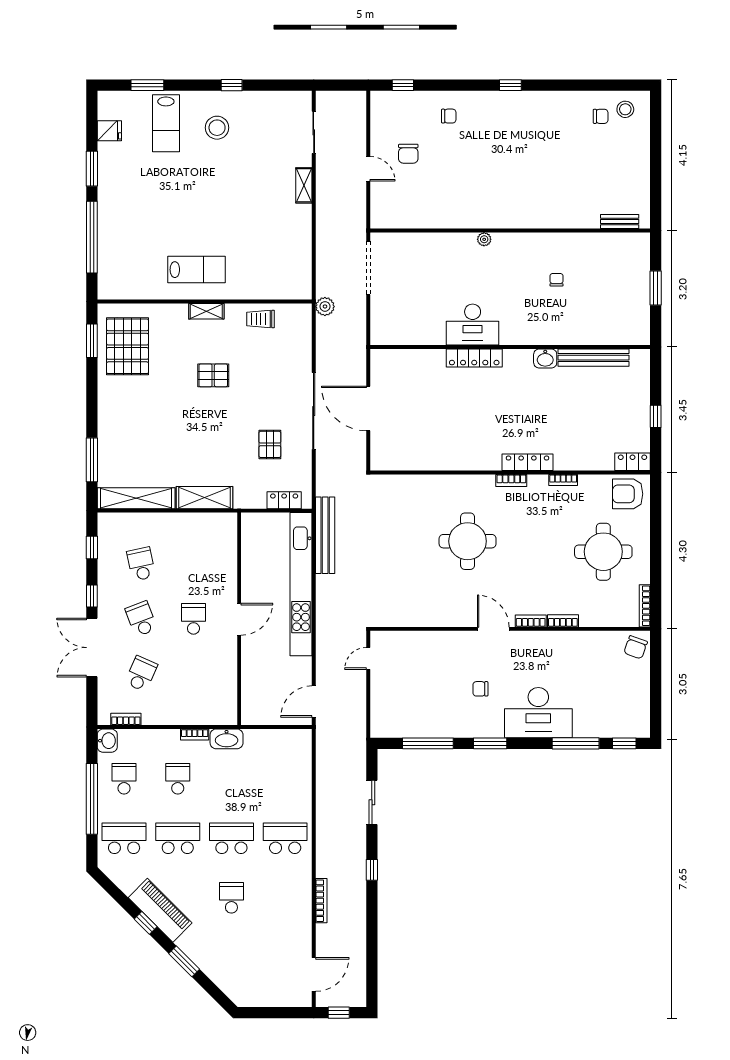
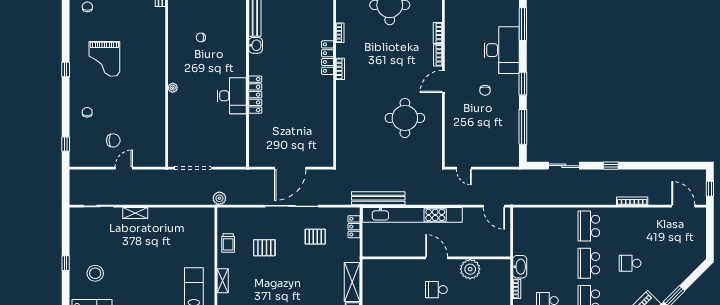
grand piano: (526, 141) -> (104, 59), added
pallet: (213, 375) -> (264, 248), moved, turned 90
round table: (468, 541) -> (405, 118), moved
plant: (223, 668) -> (470, 269), added

